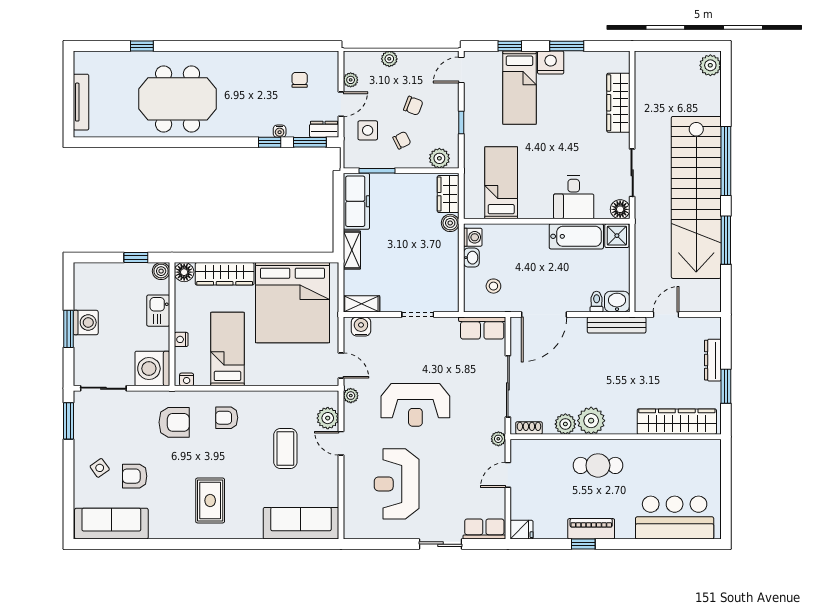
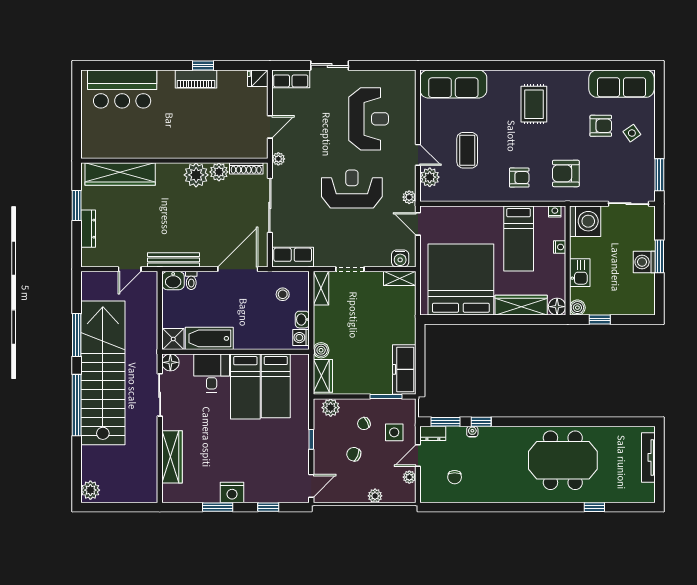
bed: (519, 88) -> (245, 386), moved, turned 180
shelving: (352, 250) -> (321, 288), moved
shoe rack: (529, 428) -> (246, 168), width x1.43
cafe table: (598, 465) -> (190, 135), removed

